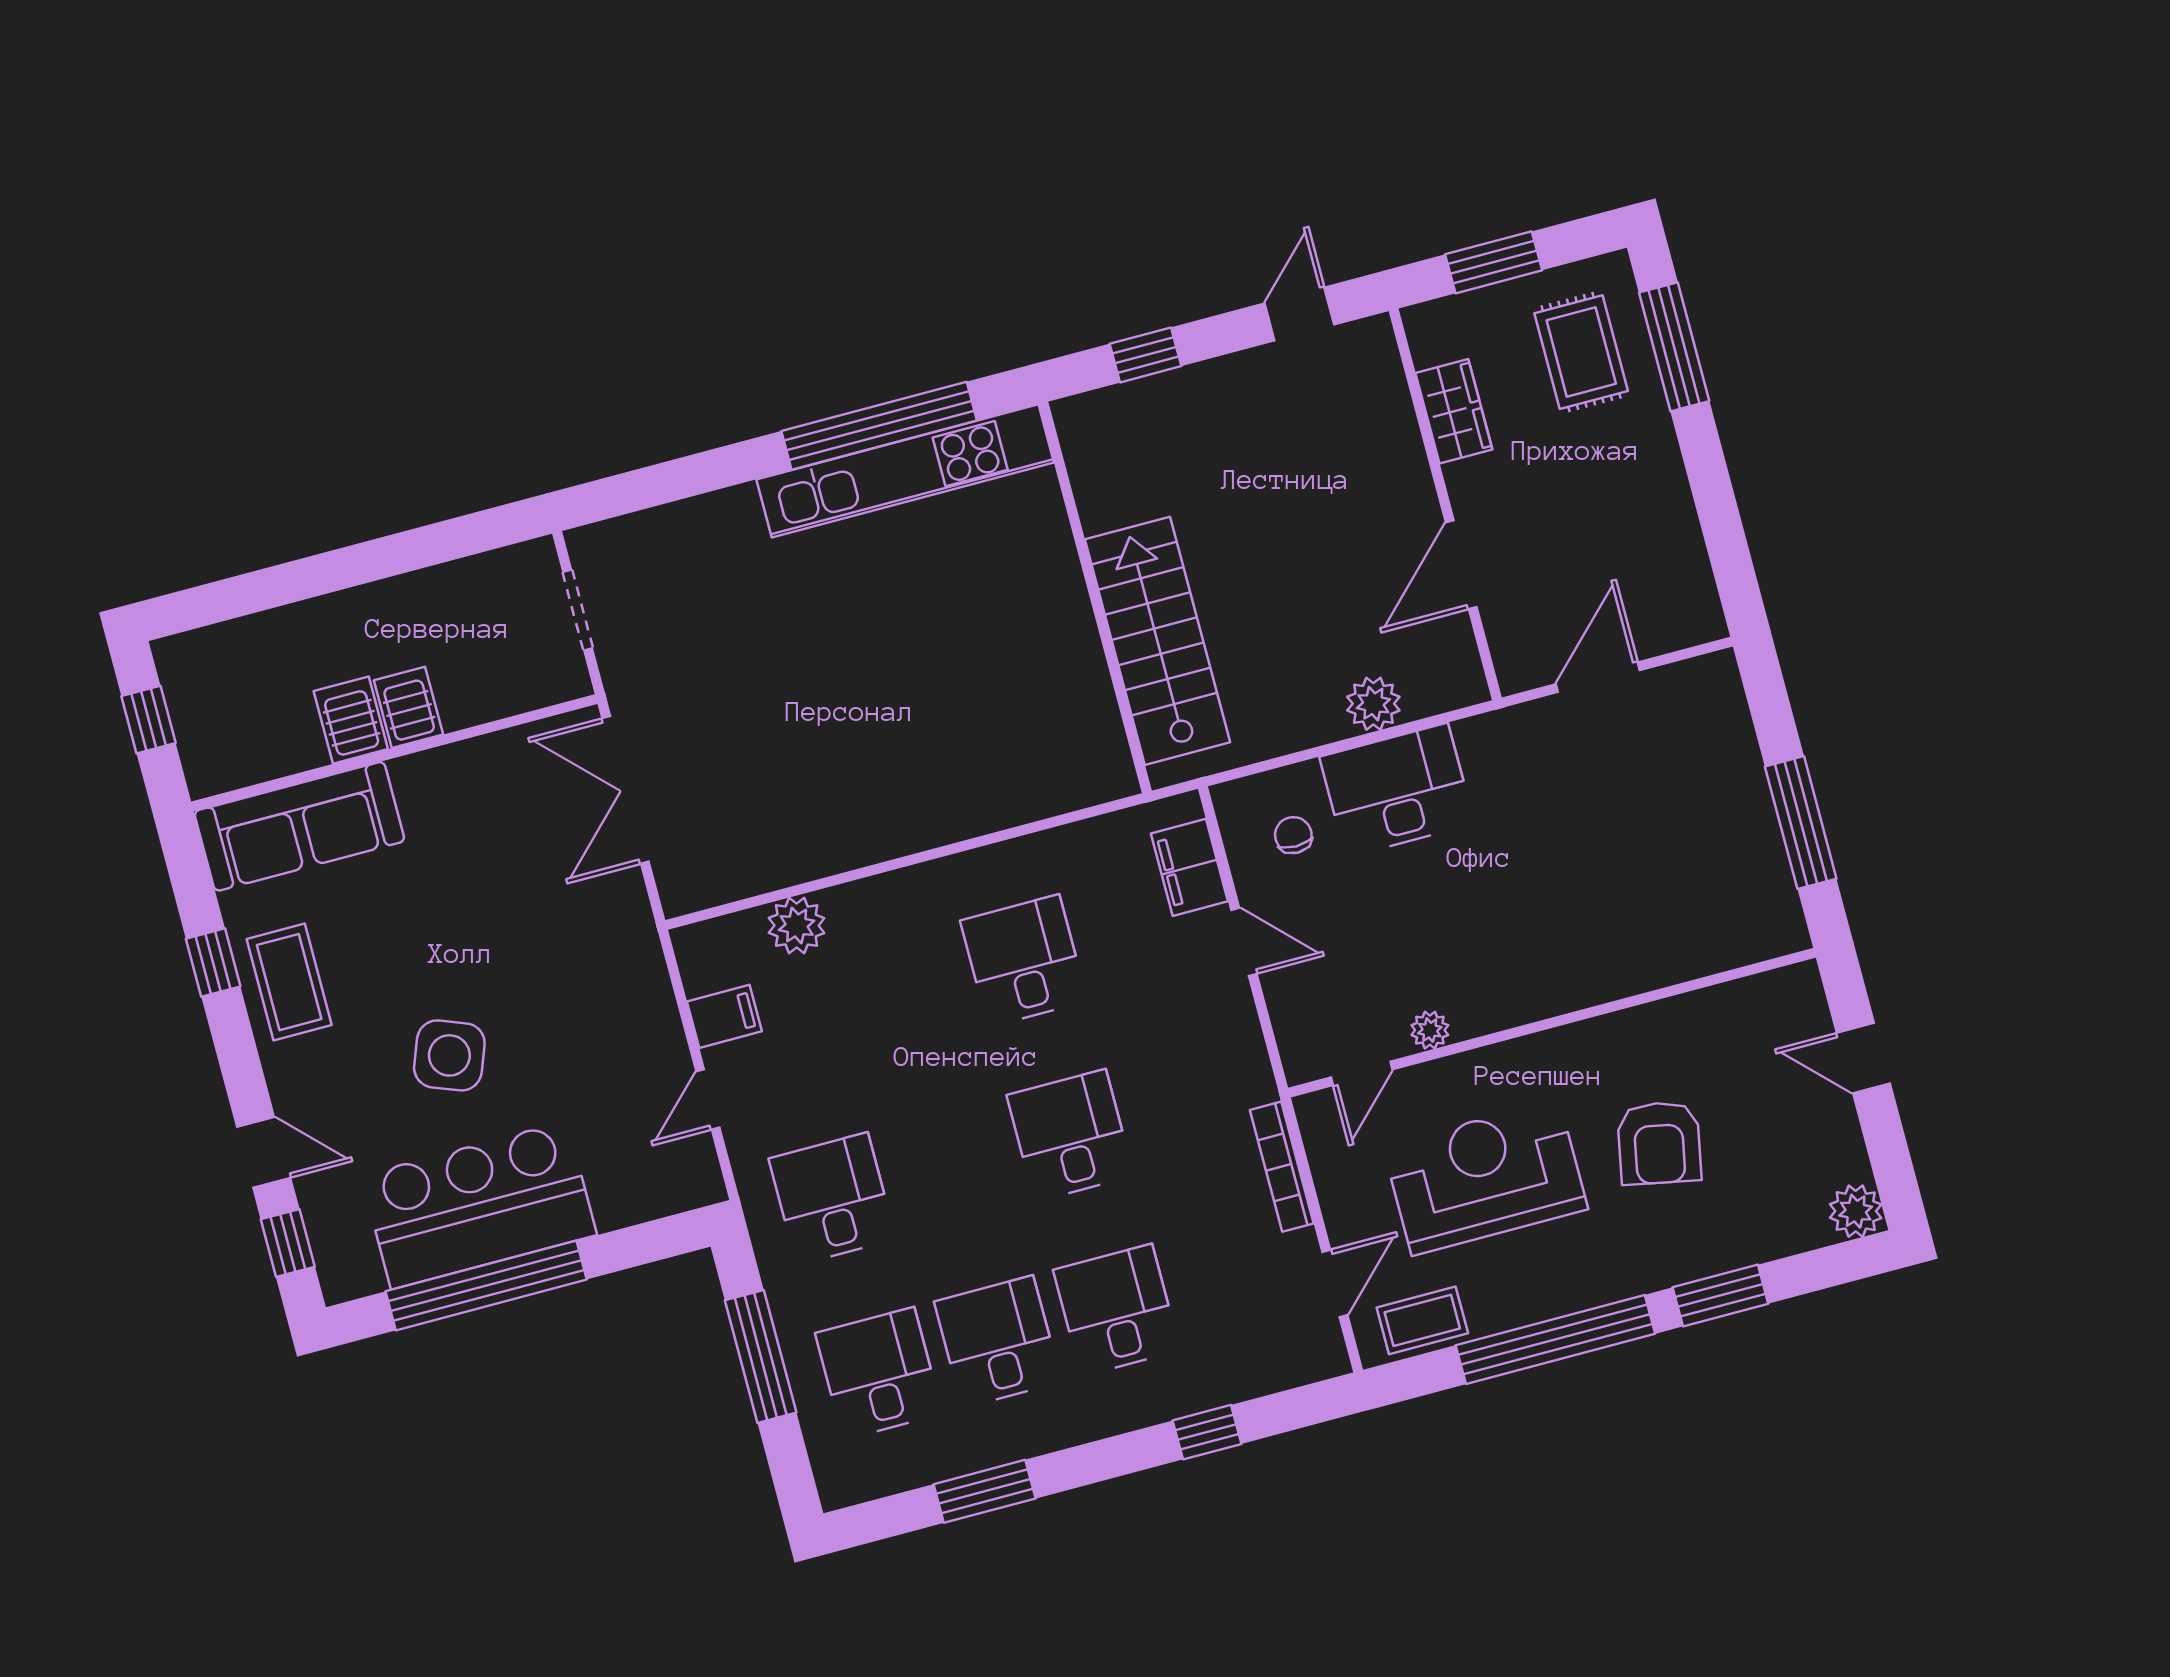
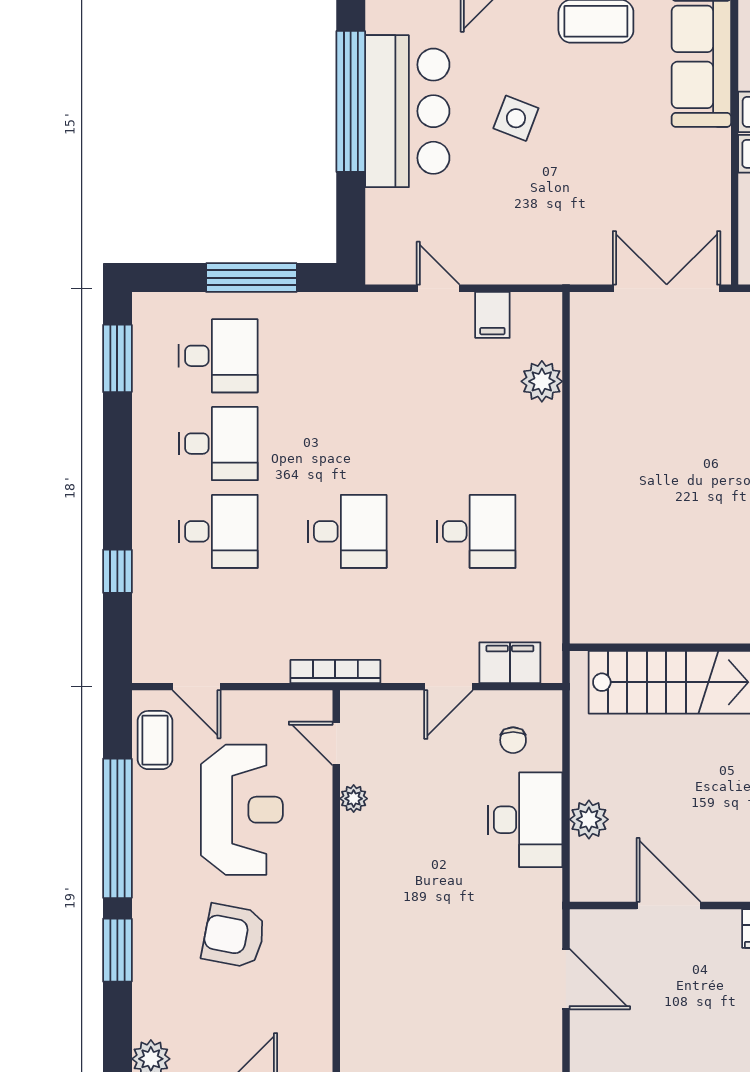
chair: (1293, 835) -> (513, 740), turned 90
side table: (449, 1055) -> (516, 118), width x0.73, depth x0.73
bookcase: (1282, 1167) -> (335, 672), moved
desk: (832, 1199) -> (347, 356), removed
window: (985, 1491) -> (117, 358), moved

